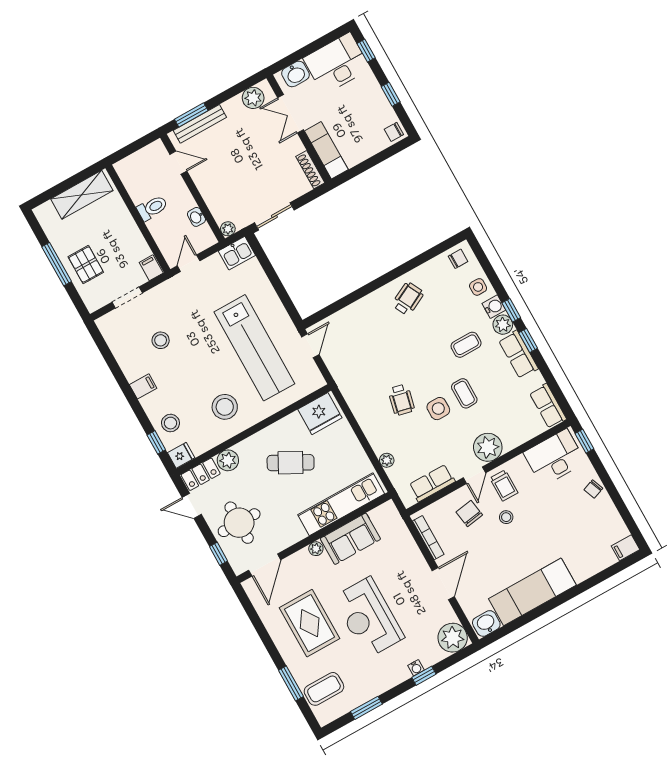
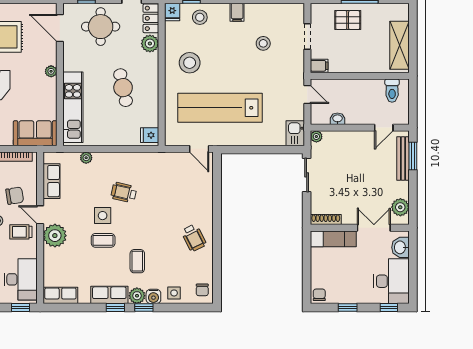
toilet: (152, 208) -> (392, 91), moved
fridge: (320, 414) -> (150, 135), width x0.53, depth x0.75
cafe table: (291, 463) -> (123, 88), turned -40
sofa: (350, 539) -> (35, 133), moved, turned 90

